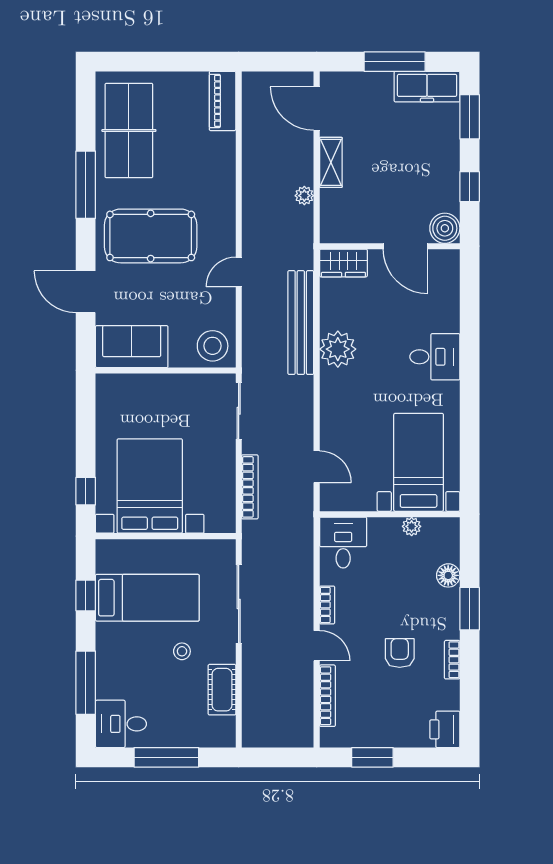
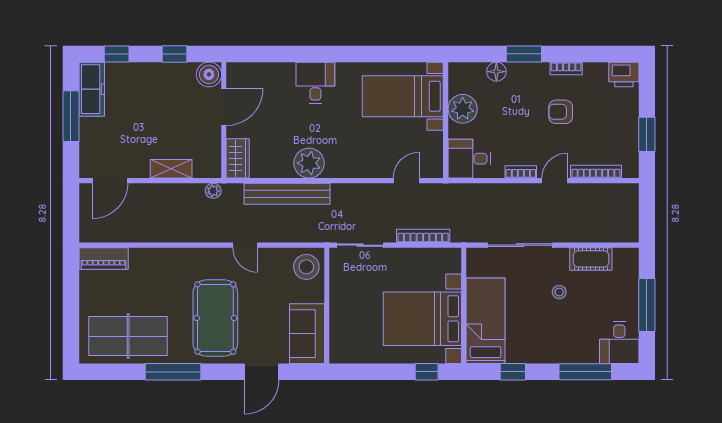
window: (470, 117) -> (117, 54), width x0.67
shelving: (331, 162) -> (171, 169), moved
plant: (304, 196) -> (213, 191), moved
plant: (412, 526) -> (463, 109), width x1.88, depth x1.88
bed: (147, 598) -> (486, 321), moved

